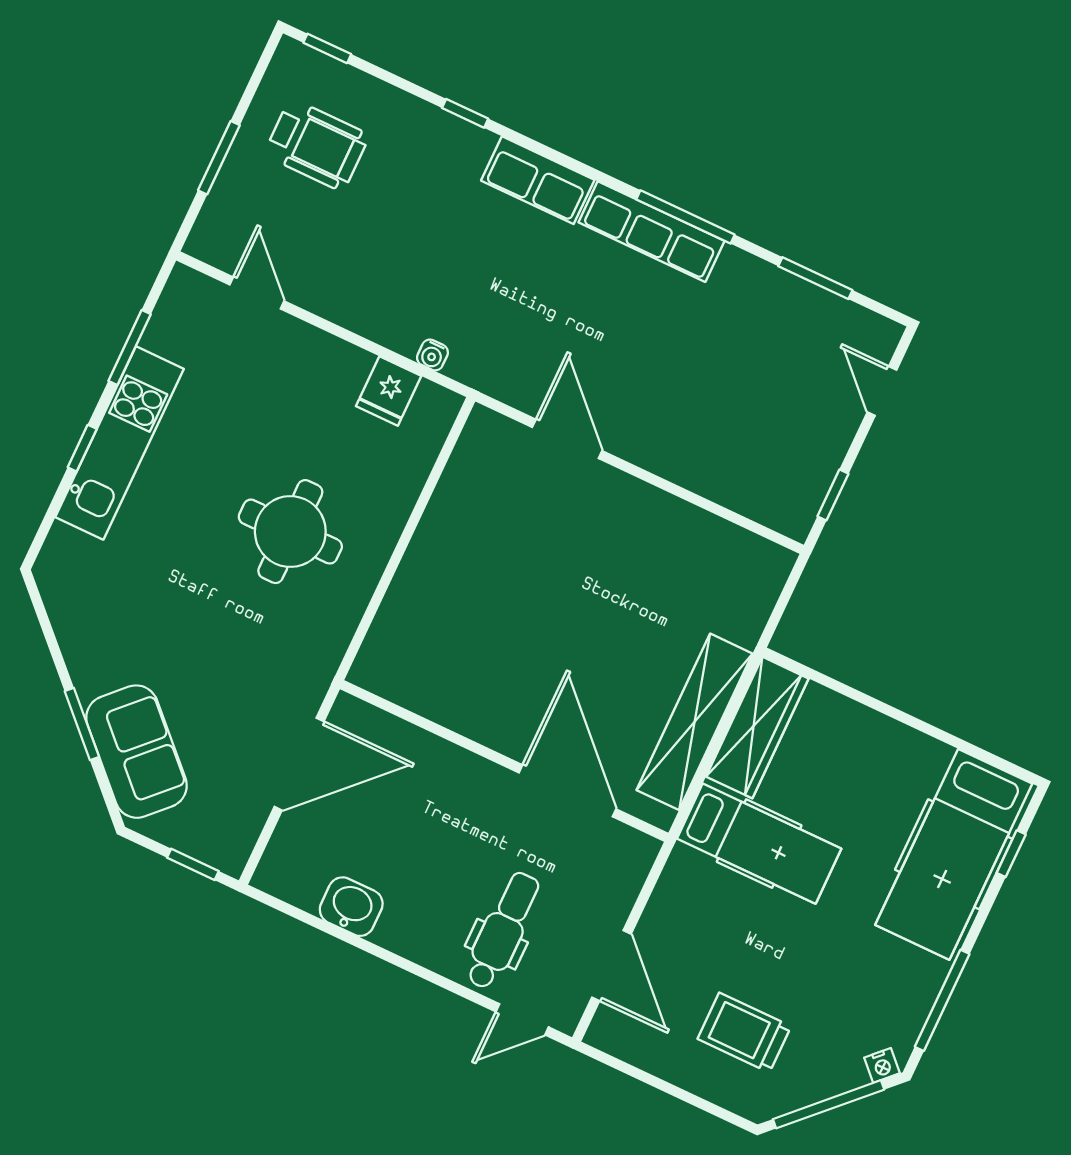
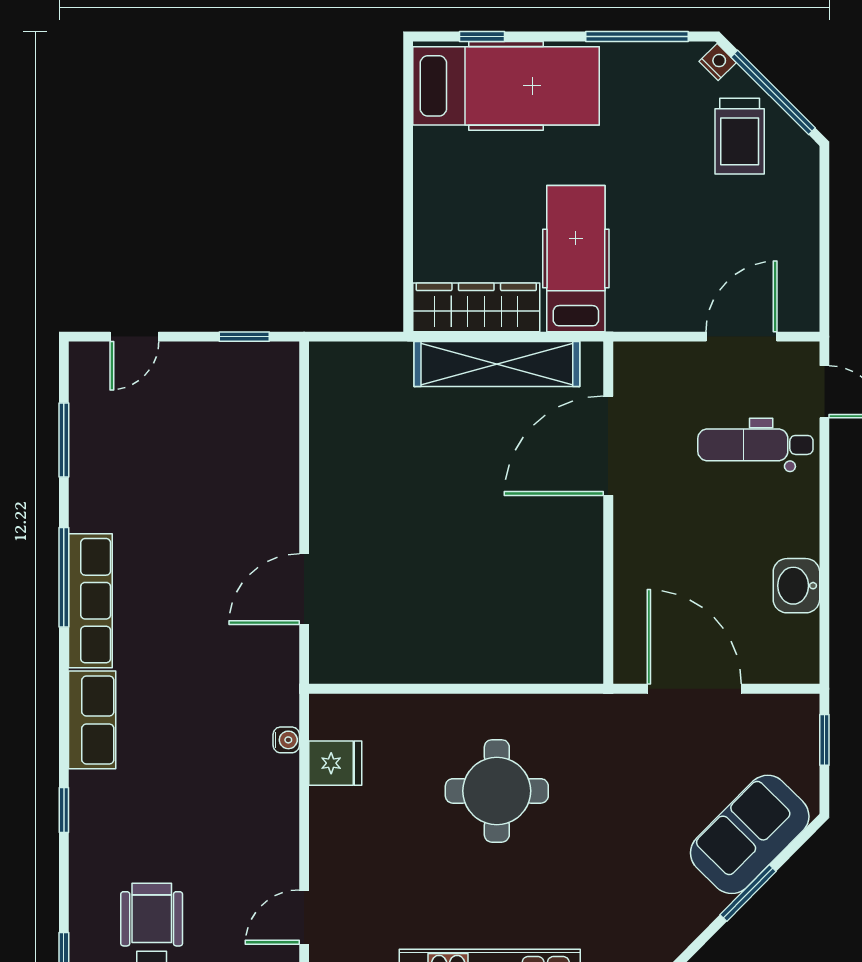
trolley: (744, 1033) -> (740, 136), moved

